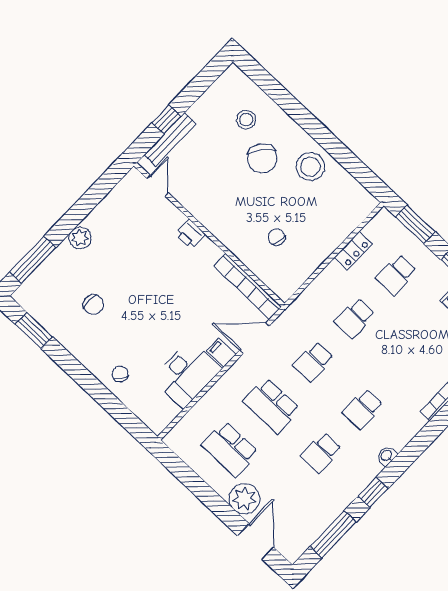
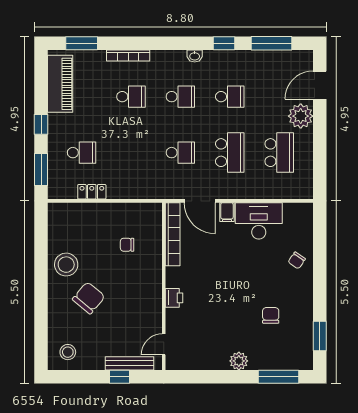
stool: (246, 120) -> (68, 352), moved
chair: (277, 237) -> (127, 245), turned 77
school desk: (355, 318) -> (131, 97), moved

